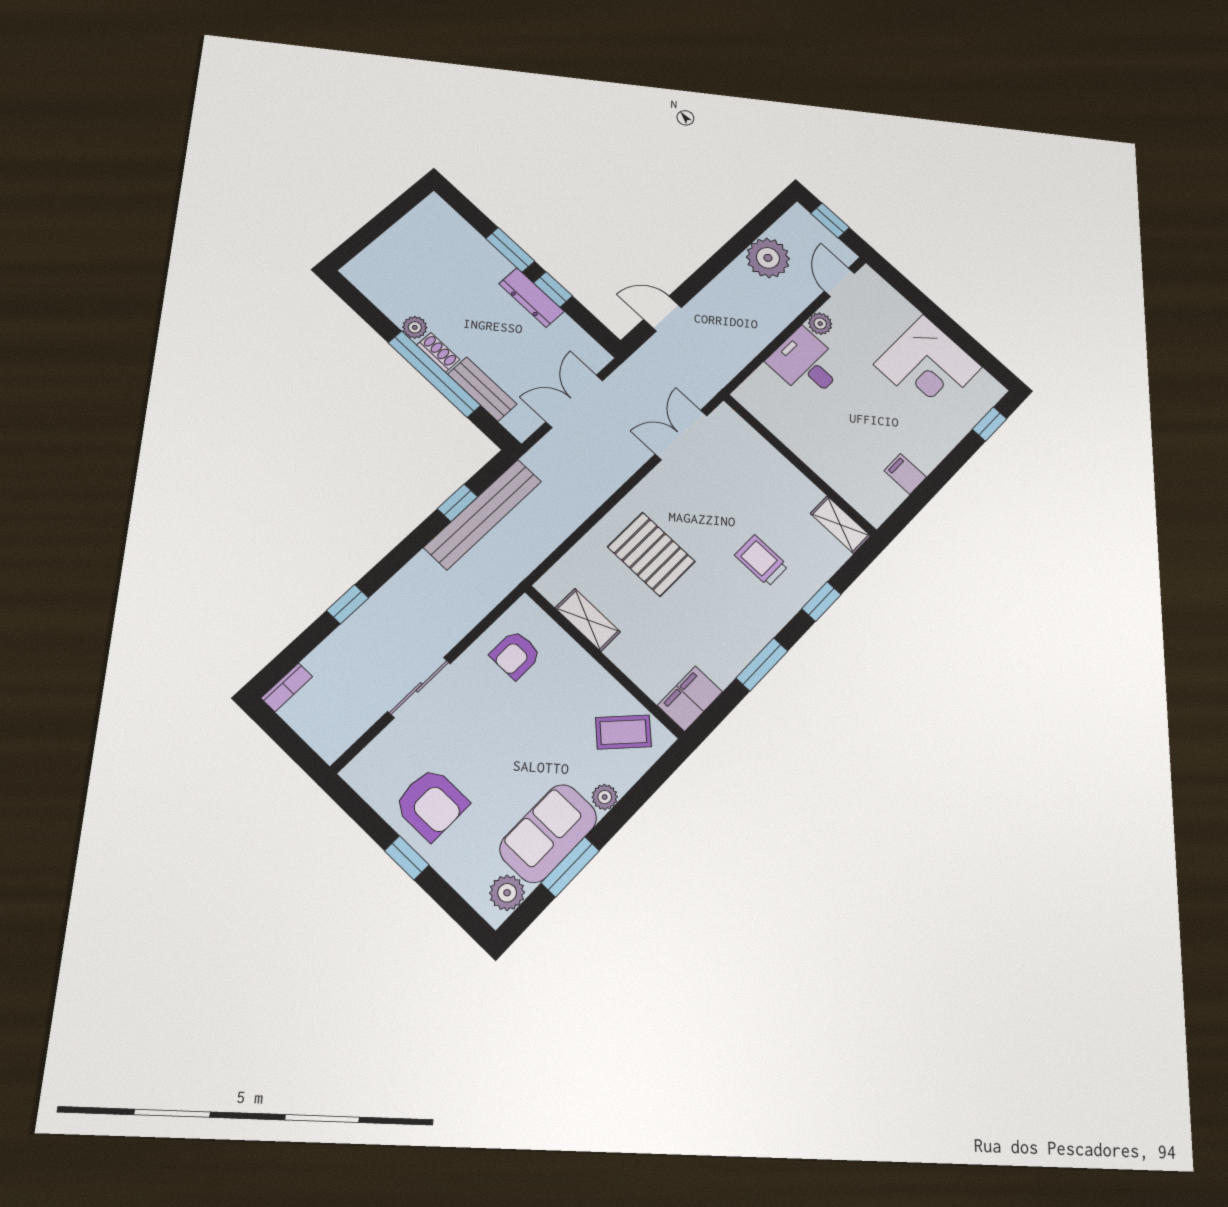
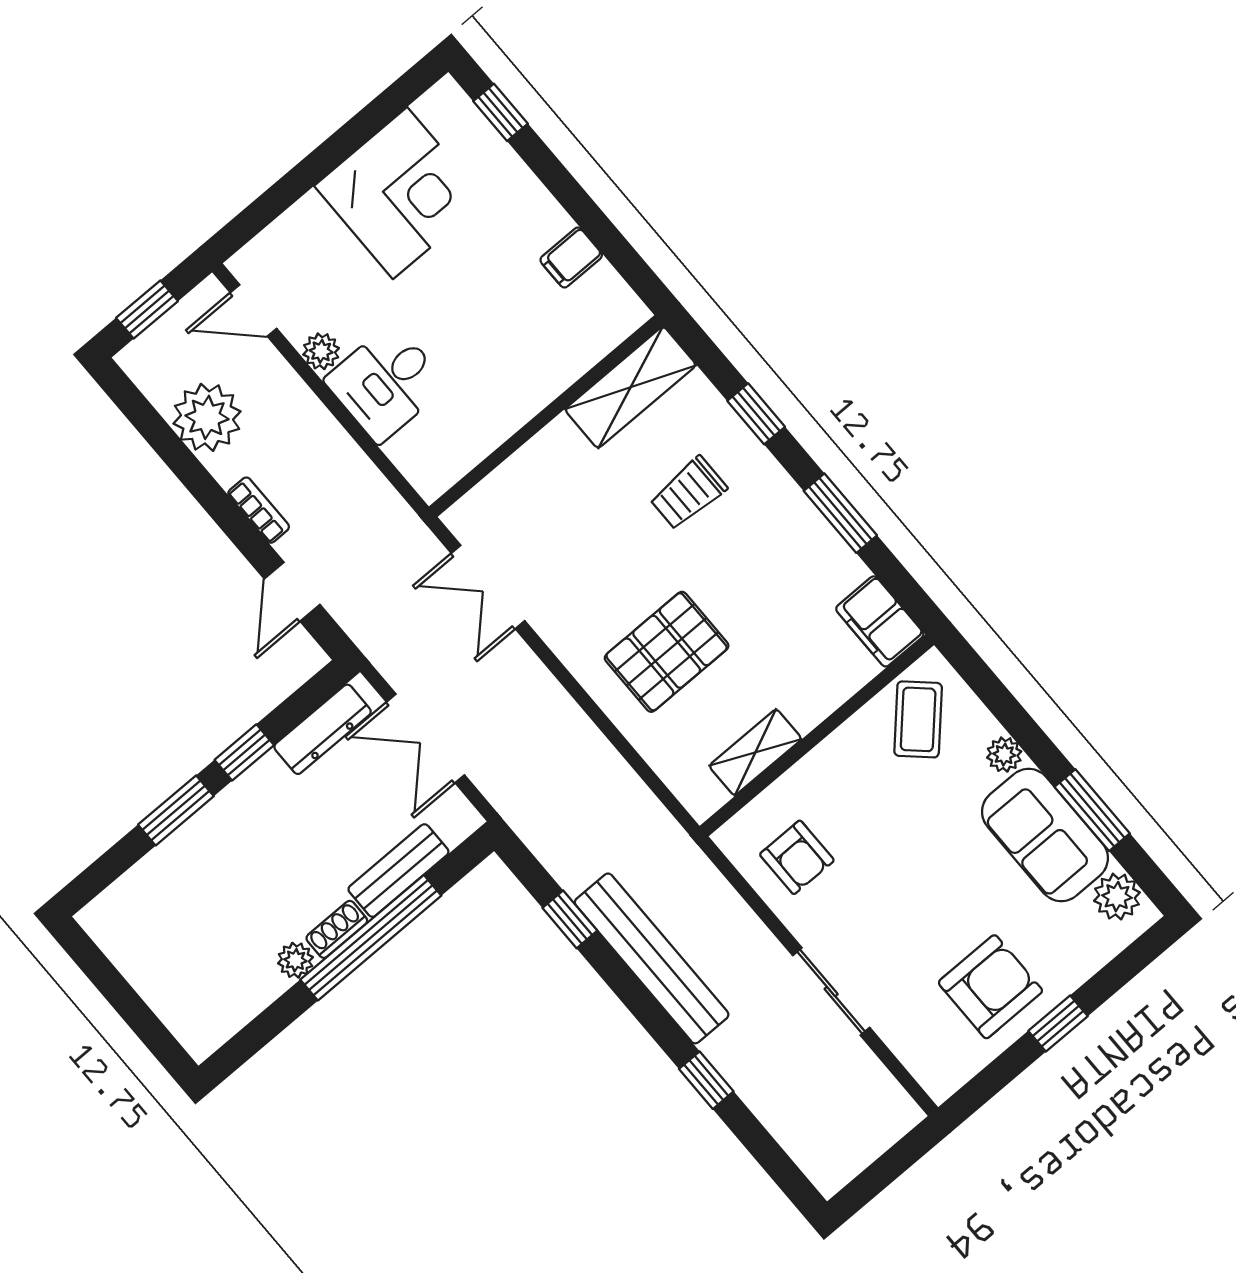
dresser: (531, 297) -> (323, 729), moved
bench: (483, 514) -> (652, 958), moved
shelving: (840, 525) -> (631, 387), width x1.50, depth x1.33
bookcase: (287, 687) -> (259, 510), moved

